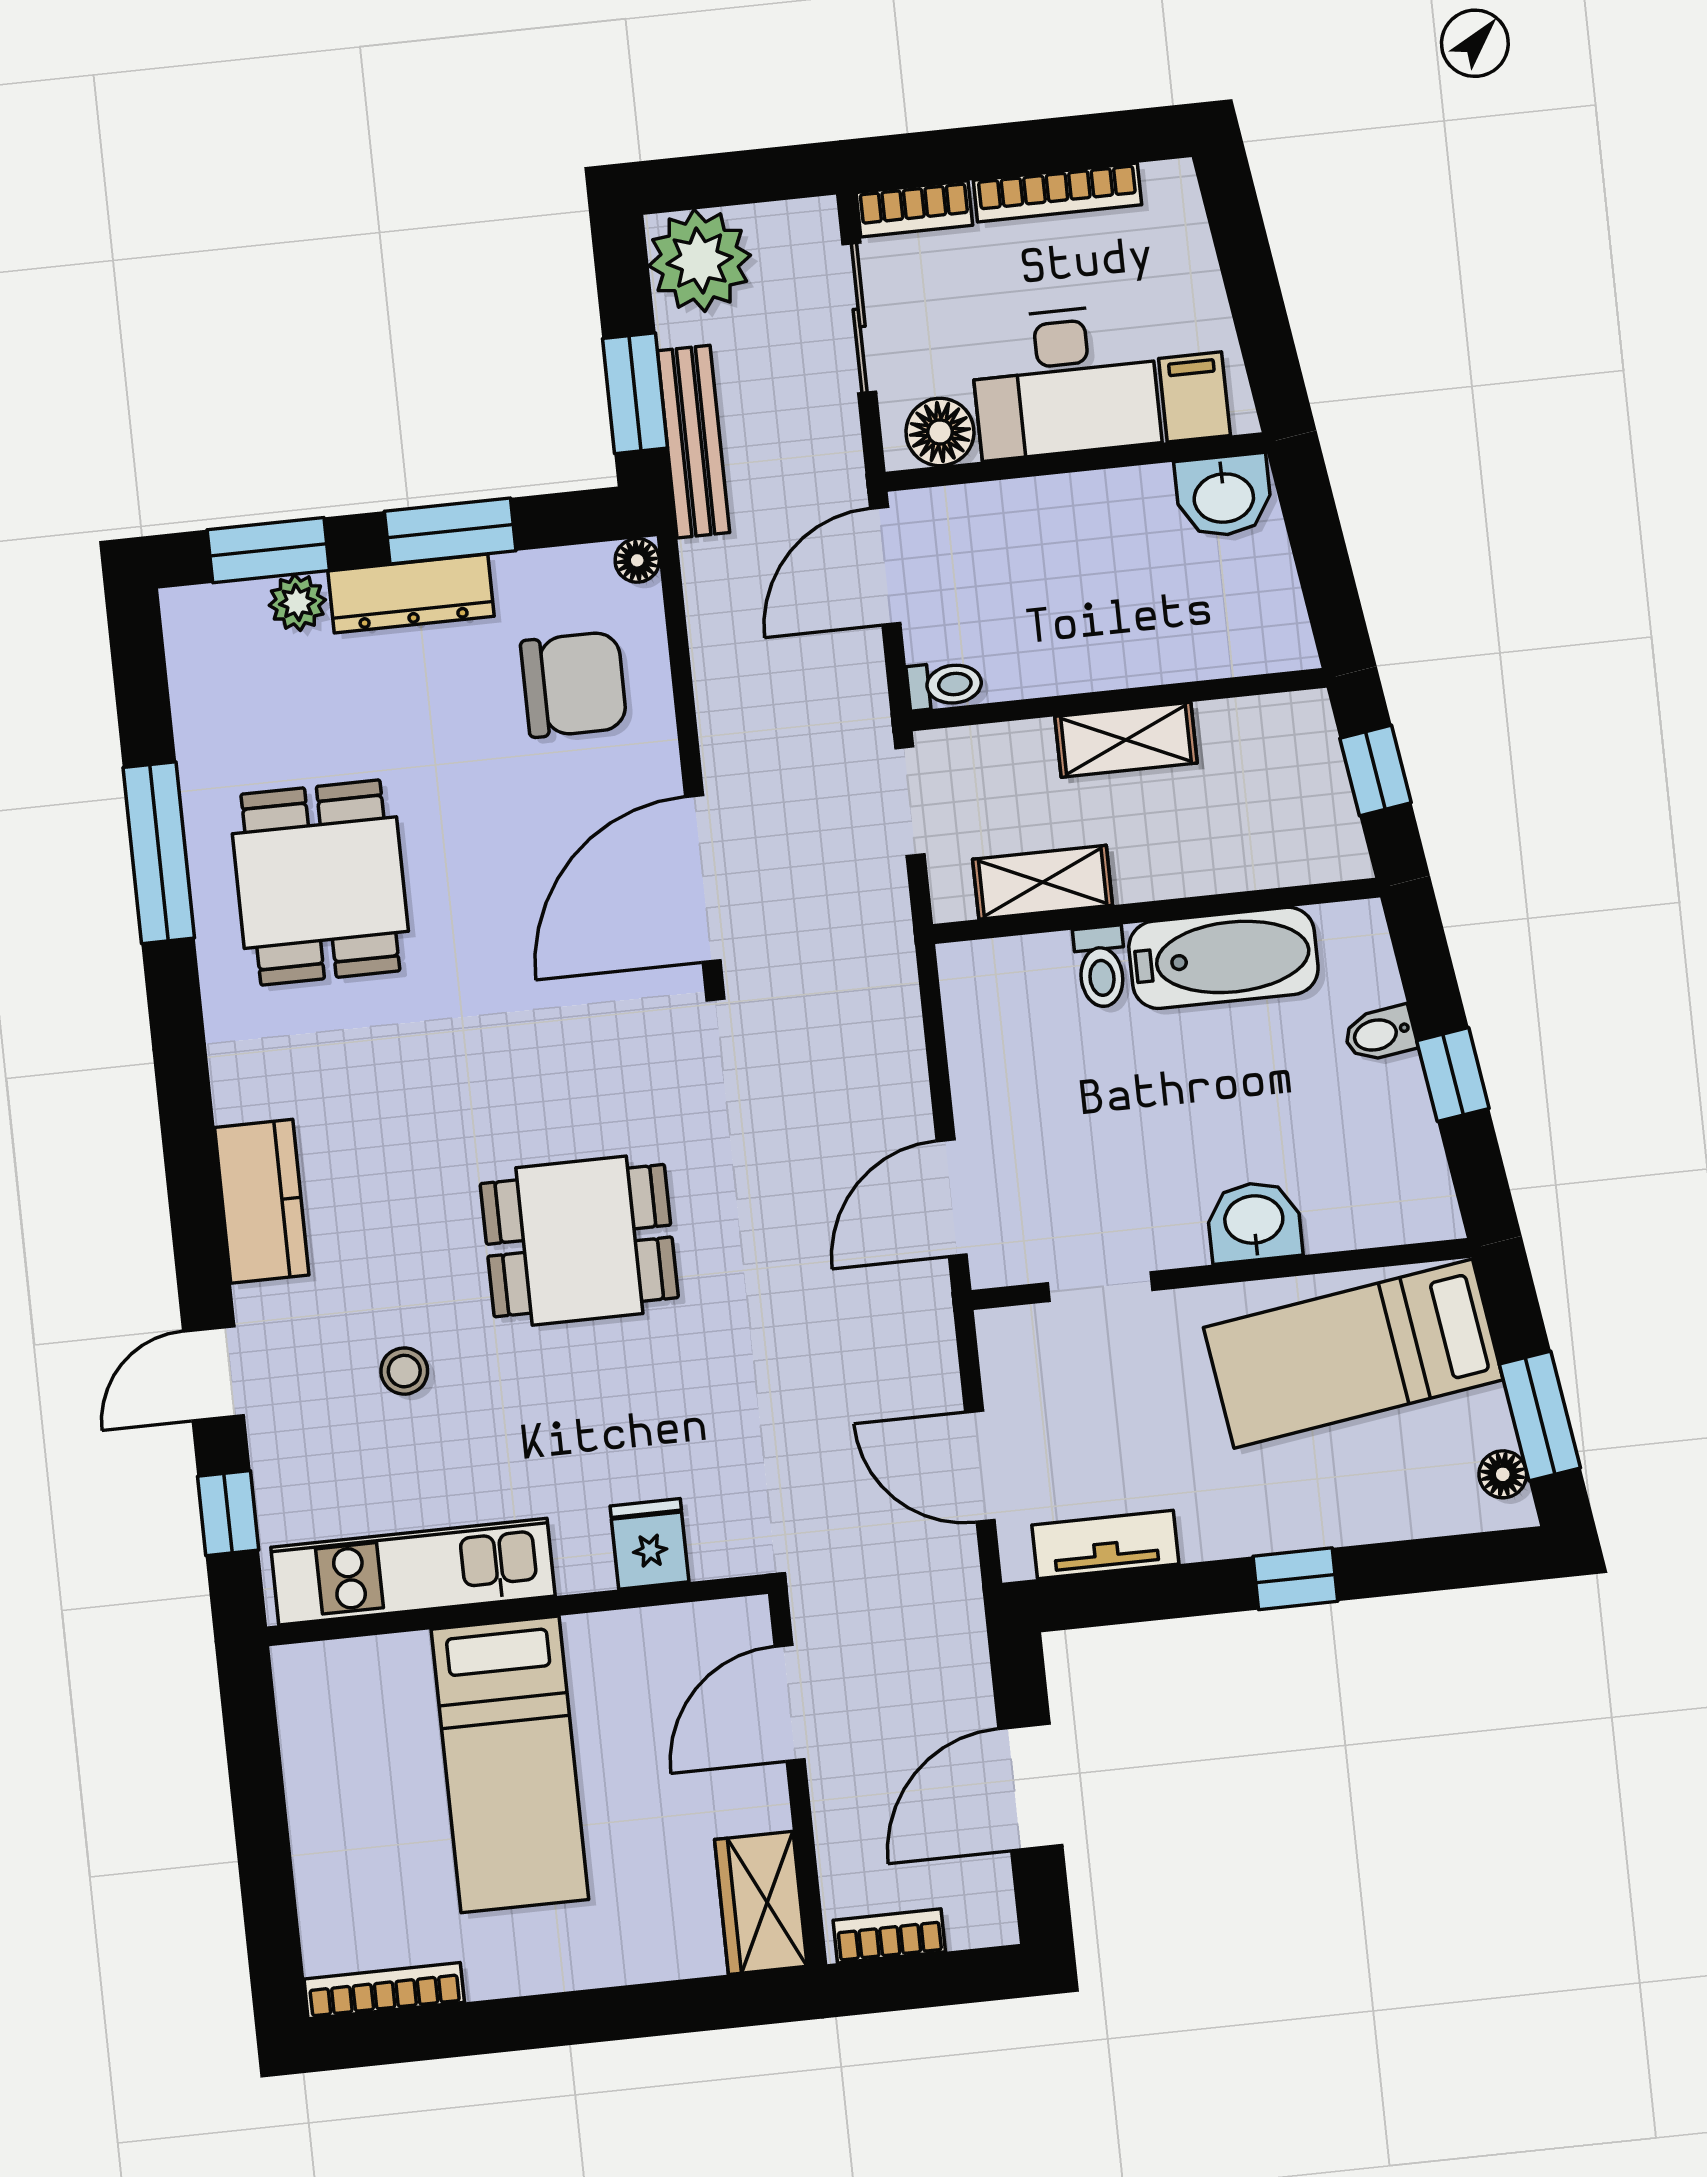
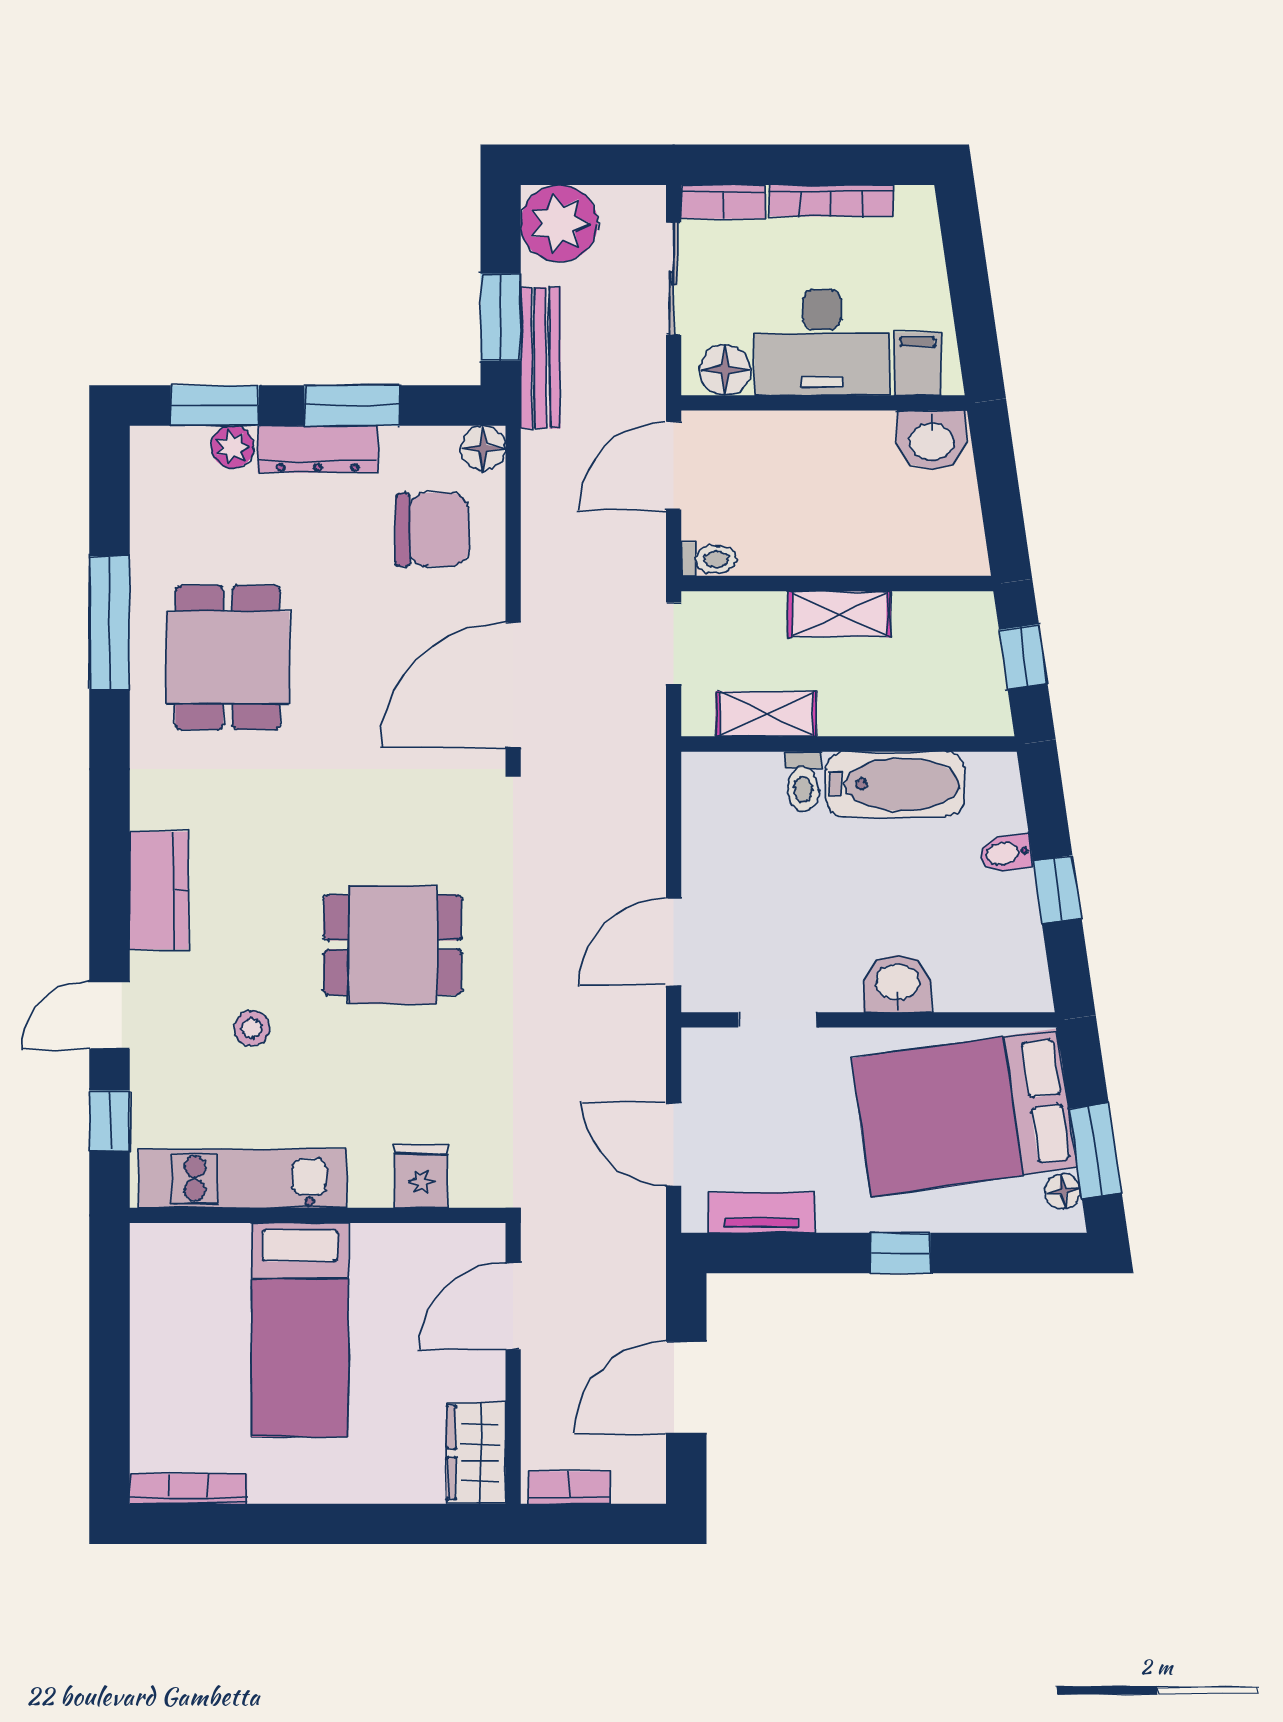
floor lamp: (637, 560) -> (483, 448), width x1.37, depth x1.37
bed: (1353, 1354) -> (964, 1113), width x1.50

